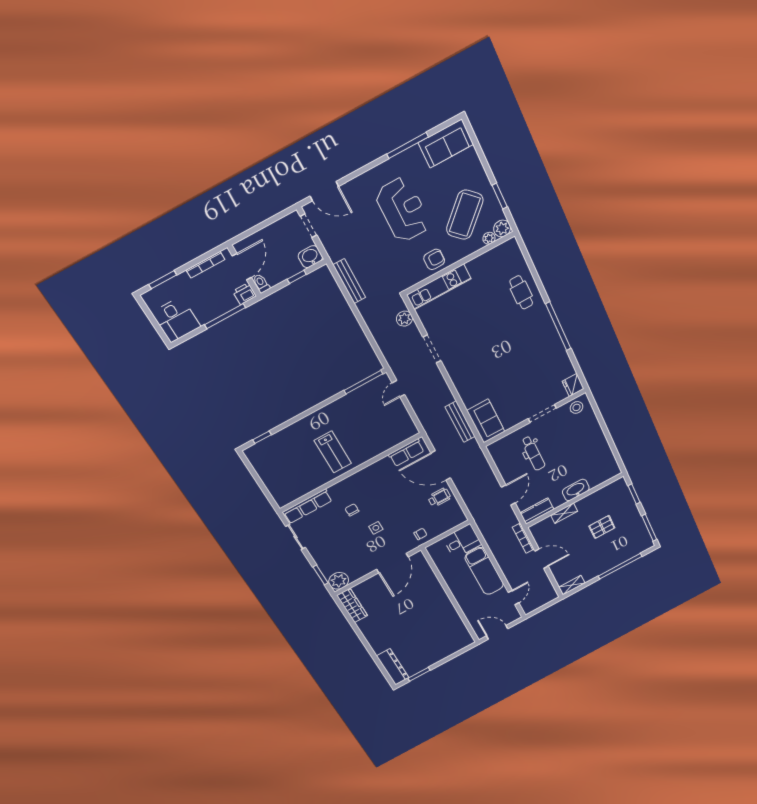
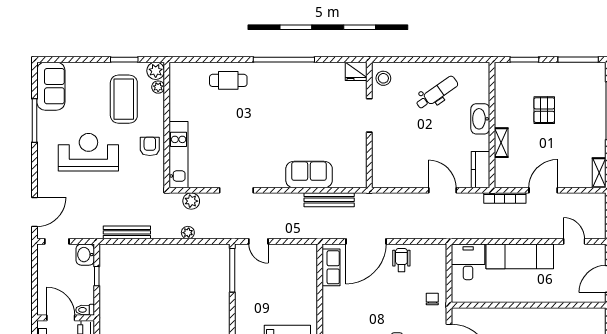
coffee table: (465, 215) -> (124, 99), turned 45
plant: (376, 331) -> (188, 233), added
sofa: (486, 421) -> (309, 175), moved
dental chair: (533, 453) -> (437, 93), moved, turned -35

